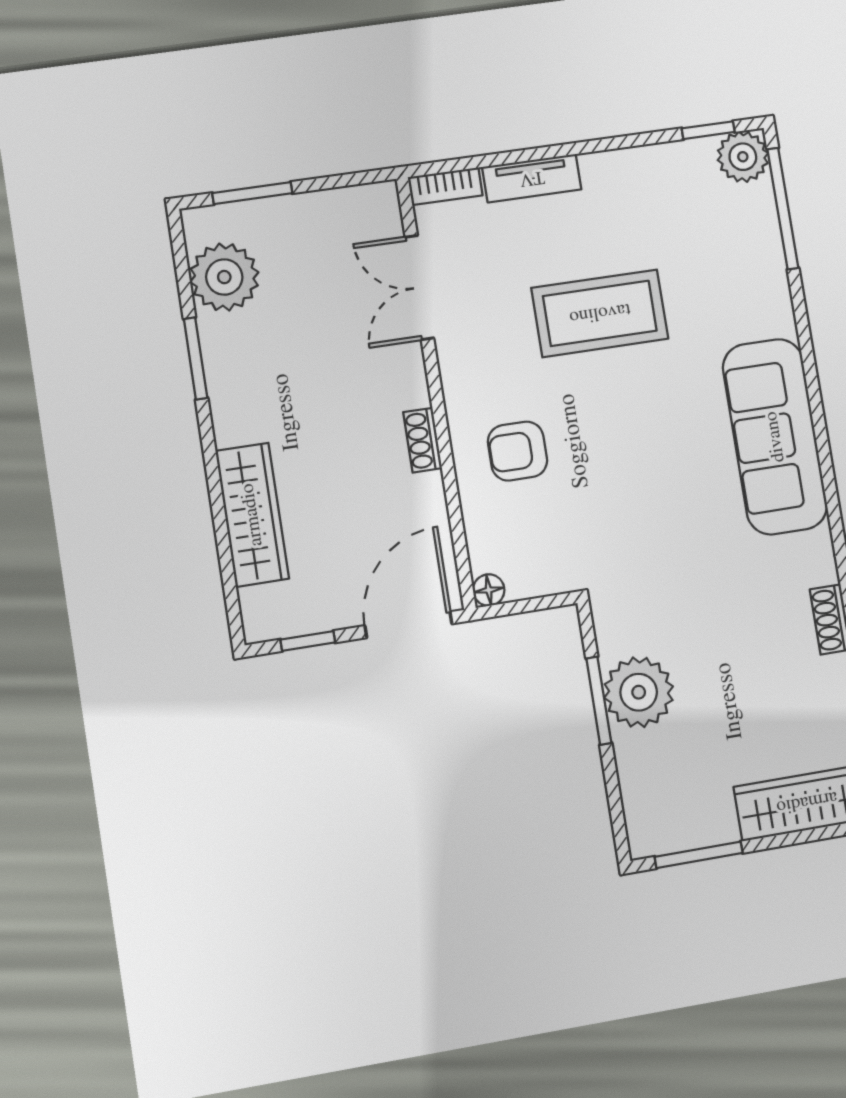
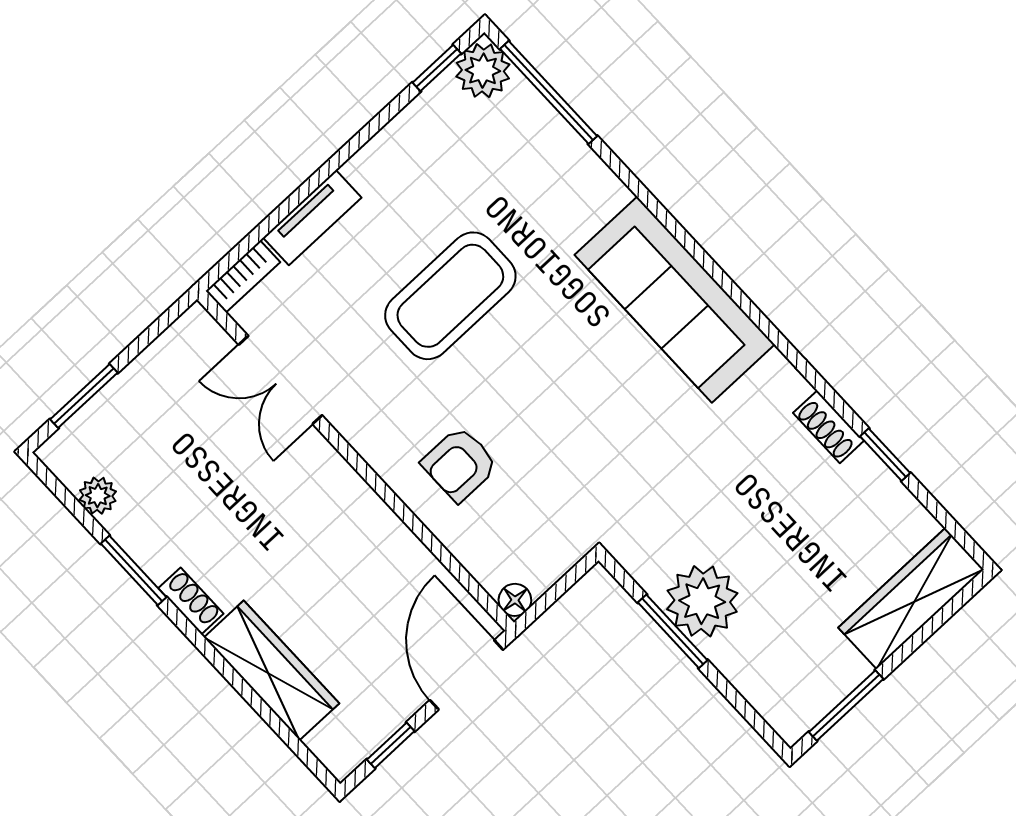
plant: (224, 277) -> (98, 496), width x0.53, depth x0.53
shoe rack: (423, 440) -> (191, 601), moved, turned 180

